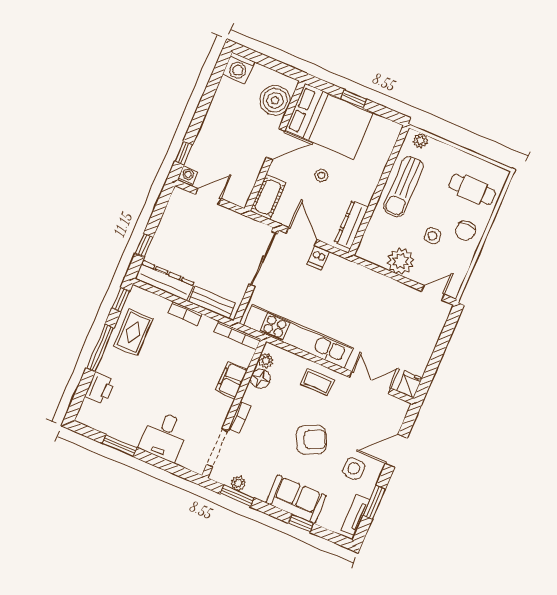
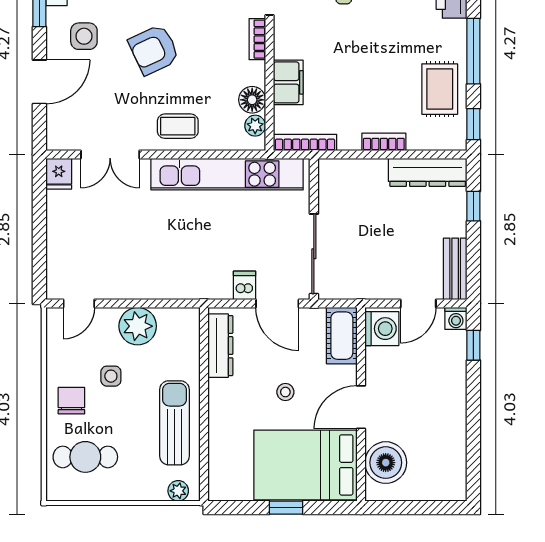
washing machine: (239, 68) -> (382, 329), moved, turned 90
bench: (212, 303) -> (455, 269), moved, turned 90

